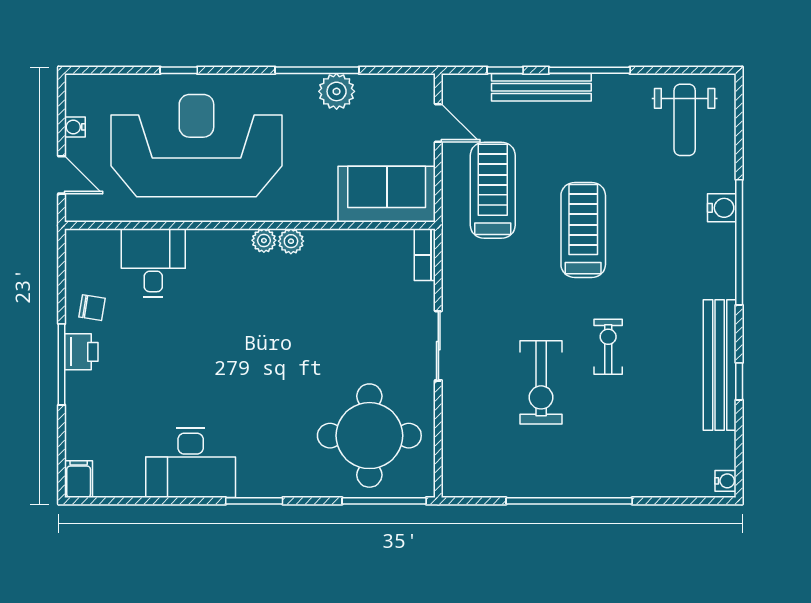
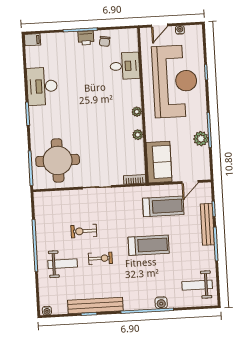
plant: (291, 241) -> (138, 135), moved
exercise bike: (541, 382) -> (84, 231), width x0.73, depth x0.72
weight bench: (616, 437) -> (63, 264), added

